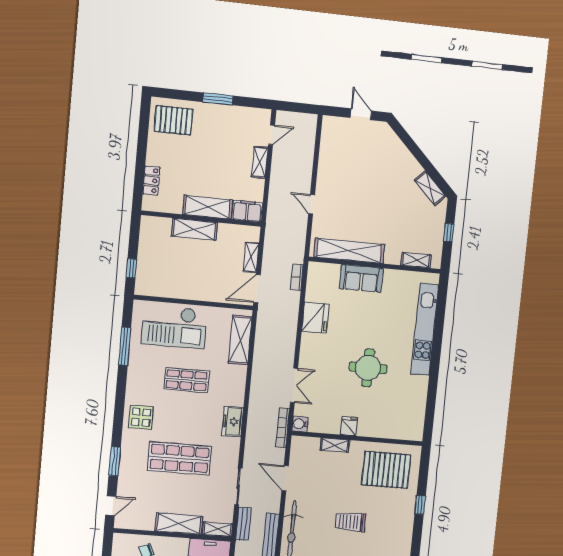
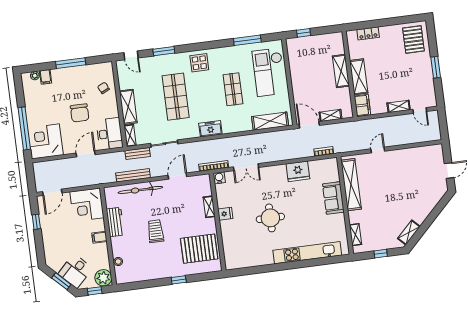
pallet: (386, 470) -> (199, 249), turned 90

